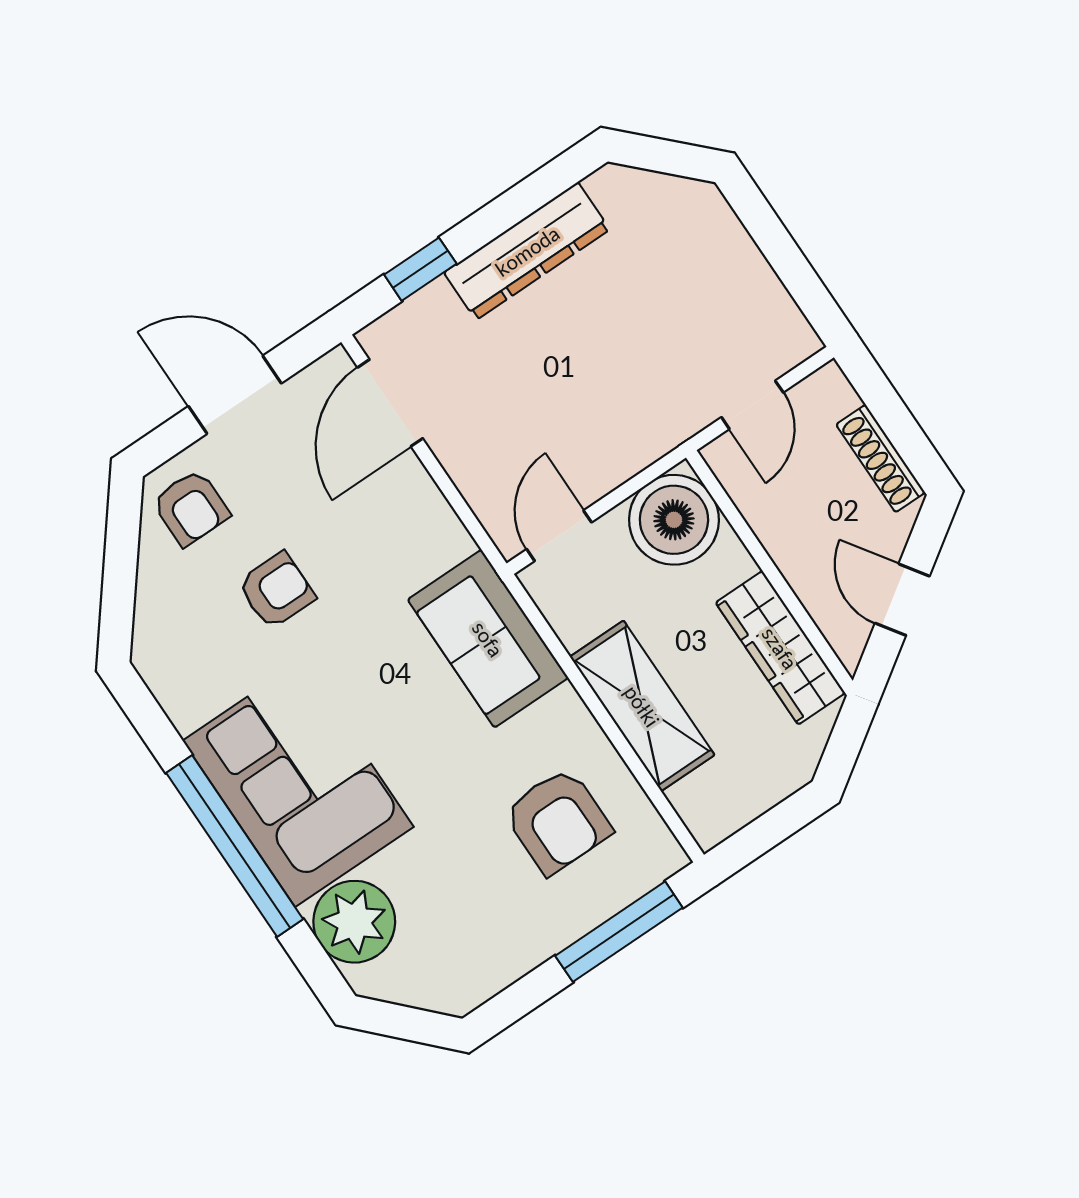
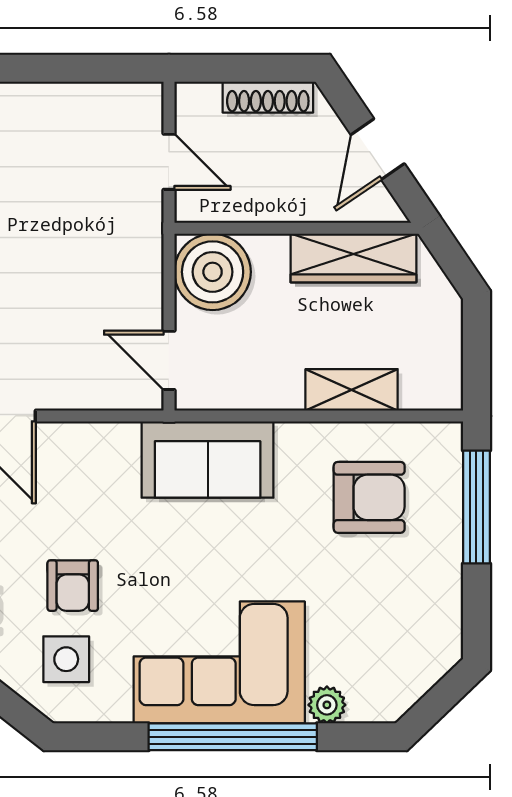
armchair: (276, 590) -> (73, 586), turned 180
door: (902, 600) -> (378, 149), hinge flipped
side table: (200, 633) -> (66, 659), added
shelving: (642, 706) -> (352, 390), width x0.67, depth x0.75
plant: (354, 922) -> (327, 705), width x0.53, depth x0.53

